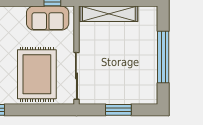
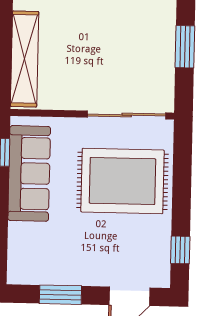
sofa: (48, 18) -> (29, 173), width x1.36

